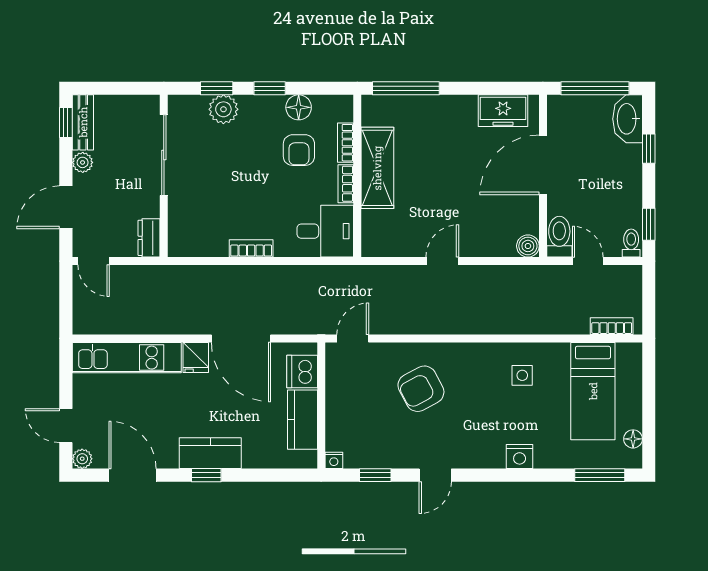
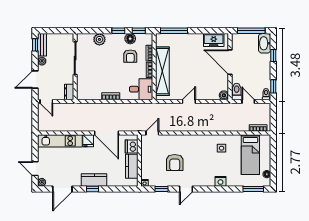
window: (217, 88) -> (139, 31), moved
door: (543, 165) -> (230, 62), hinge flipped
shelving: (377, 168) -> (162, 71), width x1.47
armchair: (421, 389) -> (175, 163), moved, turned -62
door: (133, 475) -> (62, 189), swing flipped

